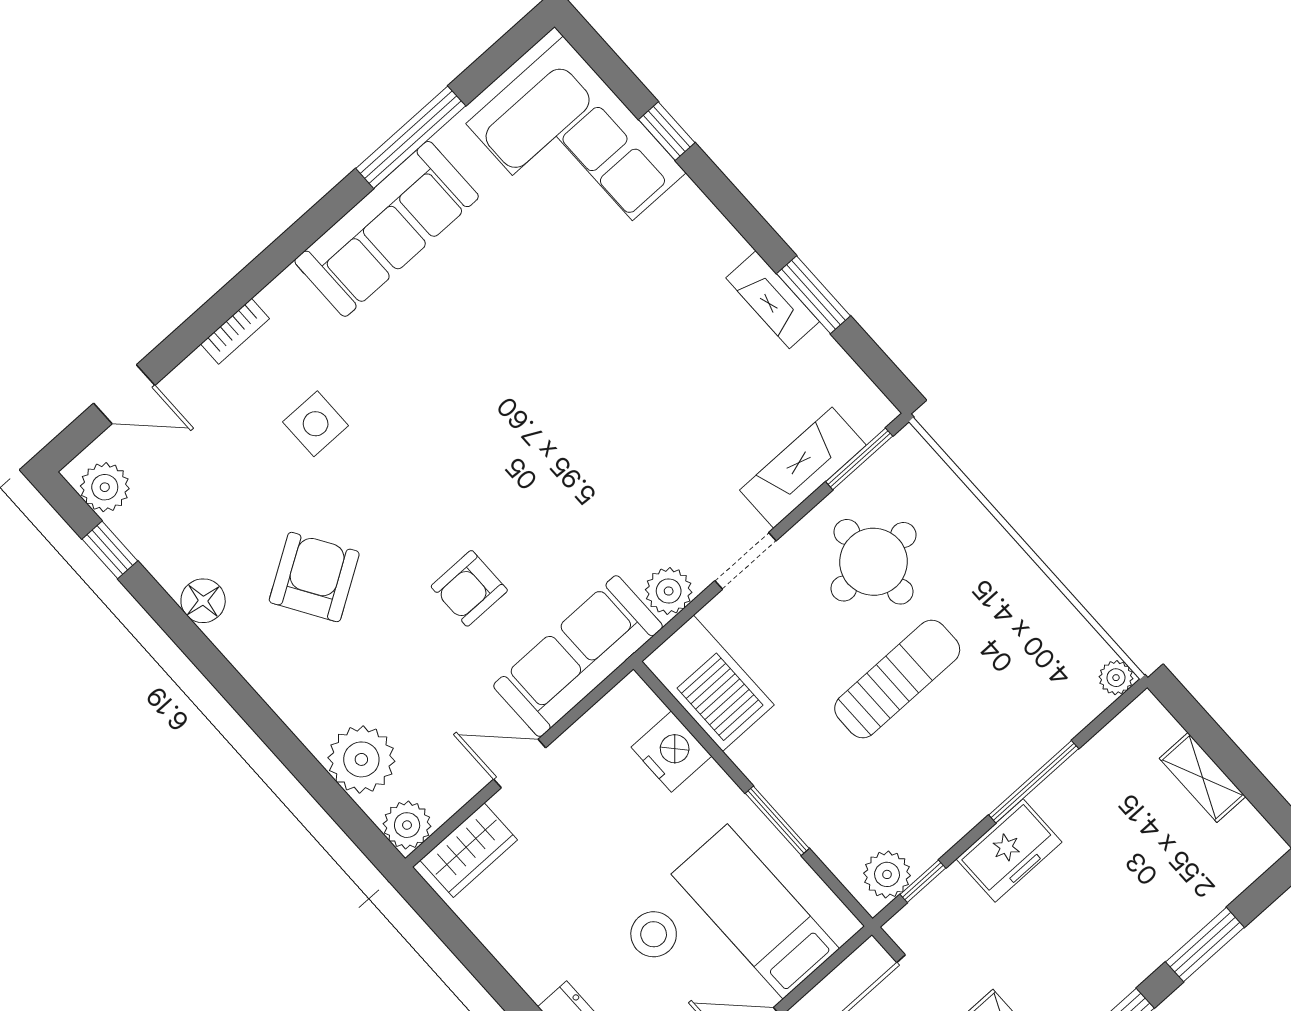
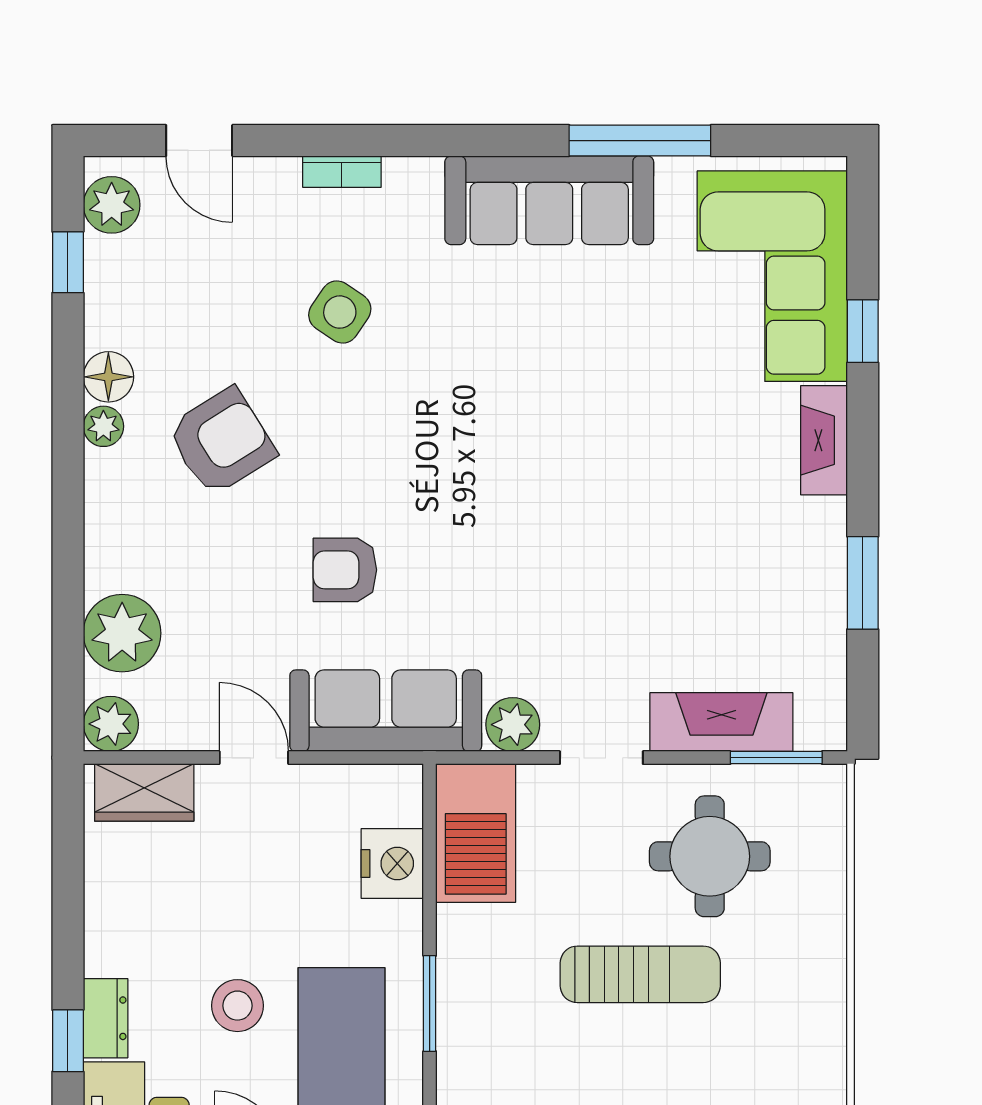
fireplace: (773, 300) -> (824, 440), moved
side table: (316, 424) -> (340, 312), turned 34
plant: (229, 636) -> (103, 426), added

